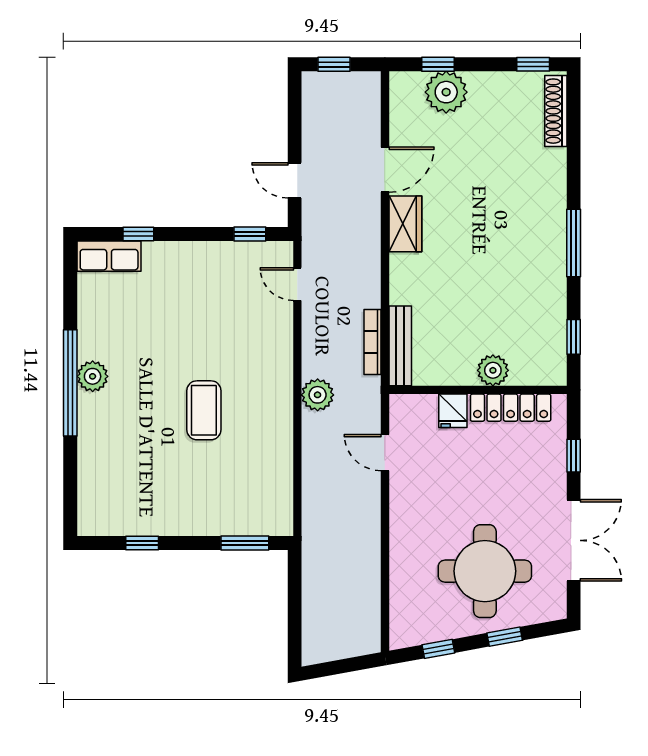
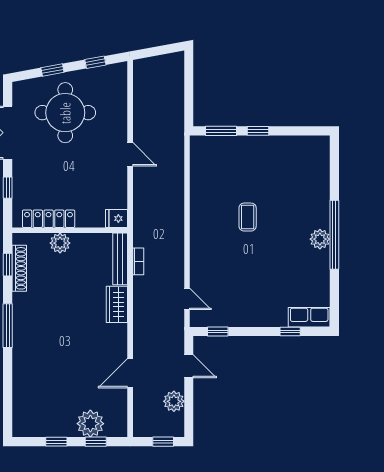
window: (533, 64) -> (56, 442), moved
shoe rack: (556, 111) -> (19, 268), moved
wardrobe: (405, 224) -> (117, 304), moved
bookcase: (372, 342) -> (138, 261), width x0.64
plant: (318, 395) -> (174, 401), moved
coffee table: (204, 410) -> (248, 217), width x0.73, depth x0.77
fridge: (453, 411) -> (117, 218), moved, turned -90
door: (385, 453) -> (130, 154), moved
window: (142, 543) -> (258, 131), moved

